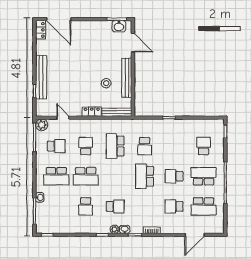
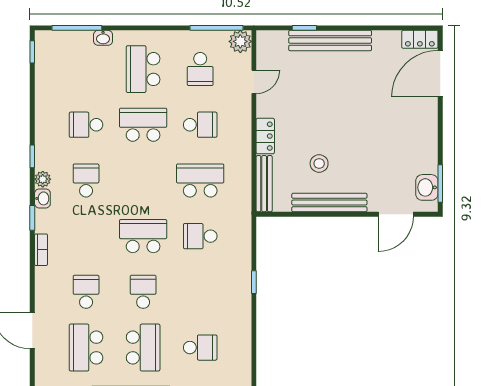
school desk: (86, 176) -> (143, 125), turned 90
school desk: (115, 206) -> (86, 180), turned 180

